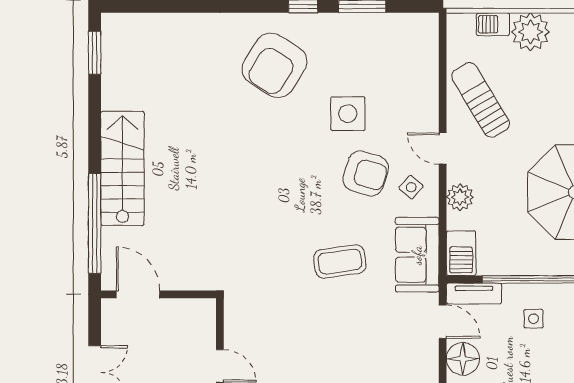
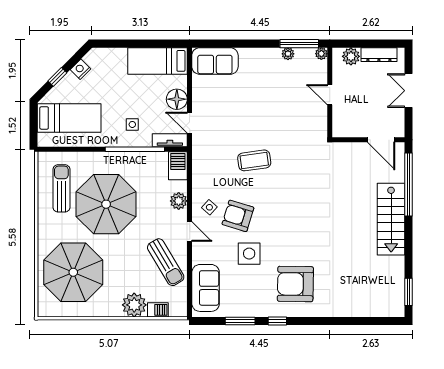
armchair: (274, 65) -> (295, 284), turned -121
sofa: (417, 255) -> (206, 288), moved

